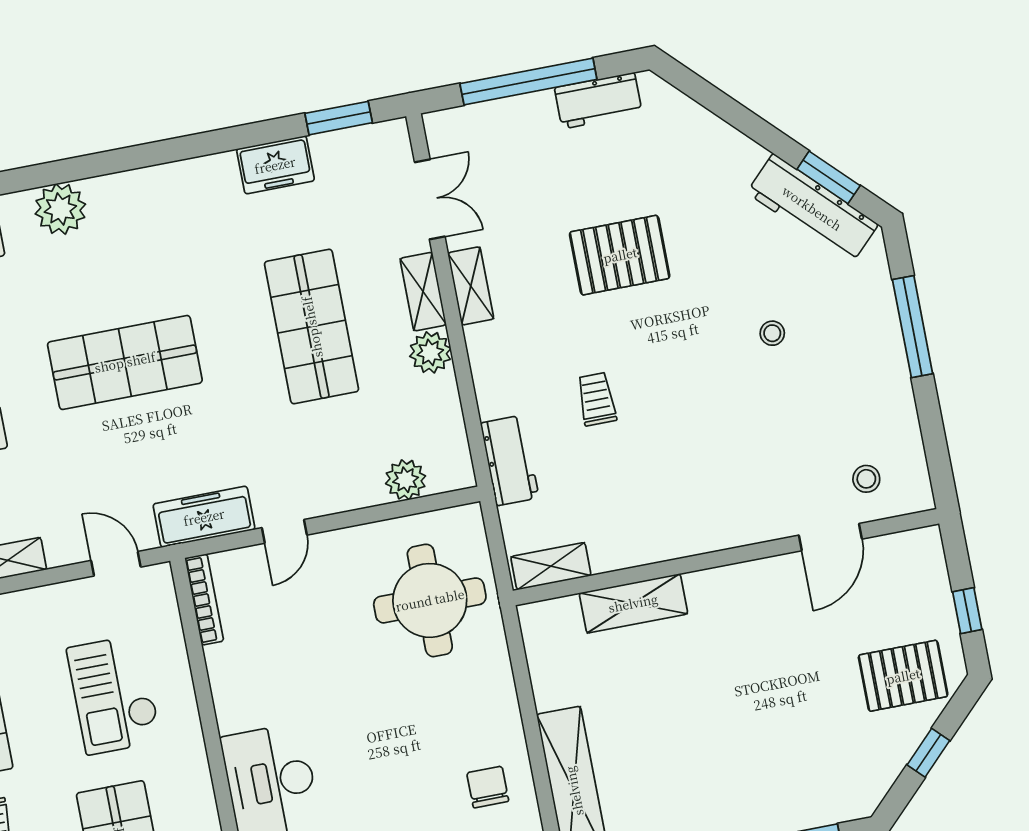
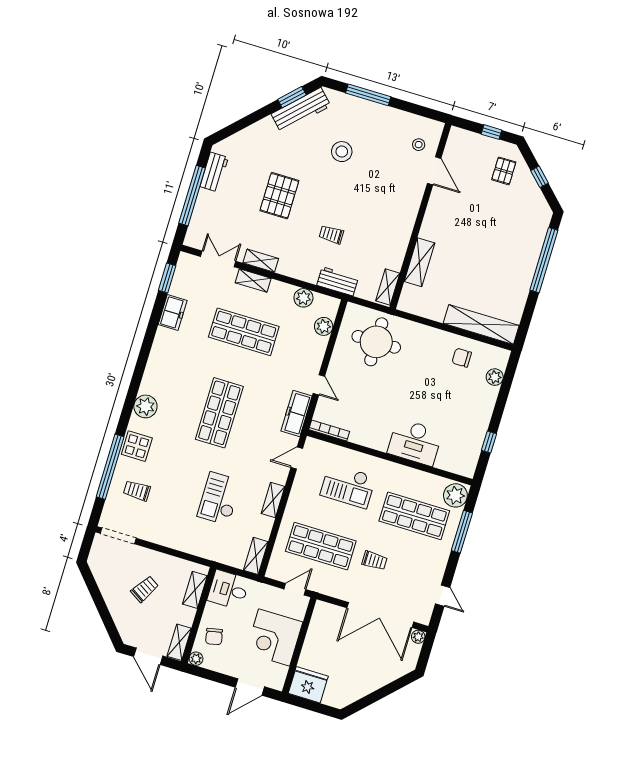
stool: (772, 333) -> (342, 152), width x1.89, depth x1.89
plant: (430, 352) -> (303, 298), moved
pallet: (903, 676) -> (504, 171), width x0.67, depth x0.71

